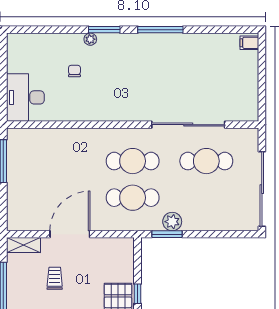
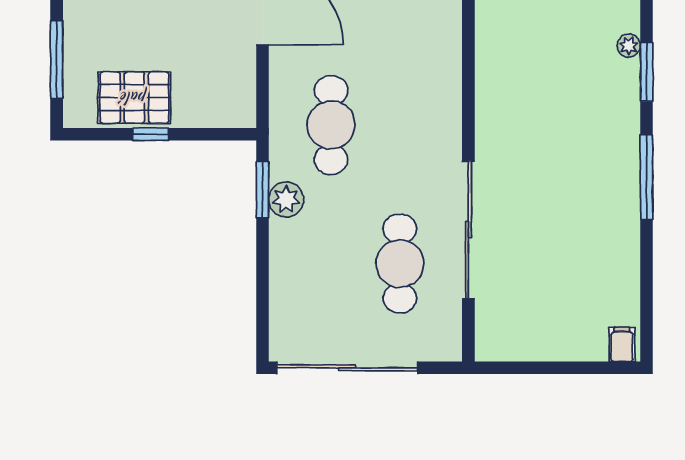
chair: (74, 71) -> (569, 16), removed
cafe table: (133, 161) -> (400, 125), removed

